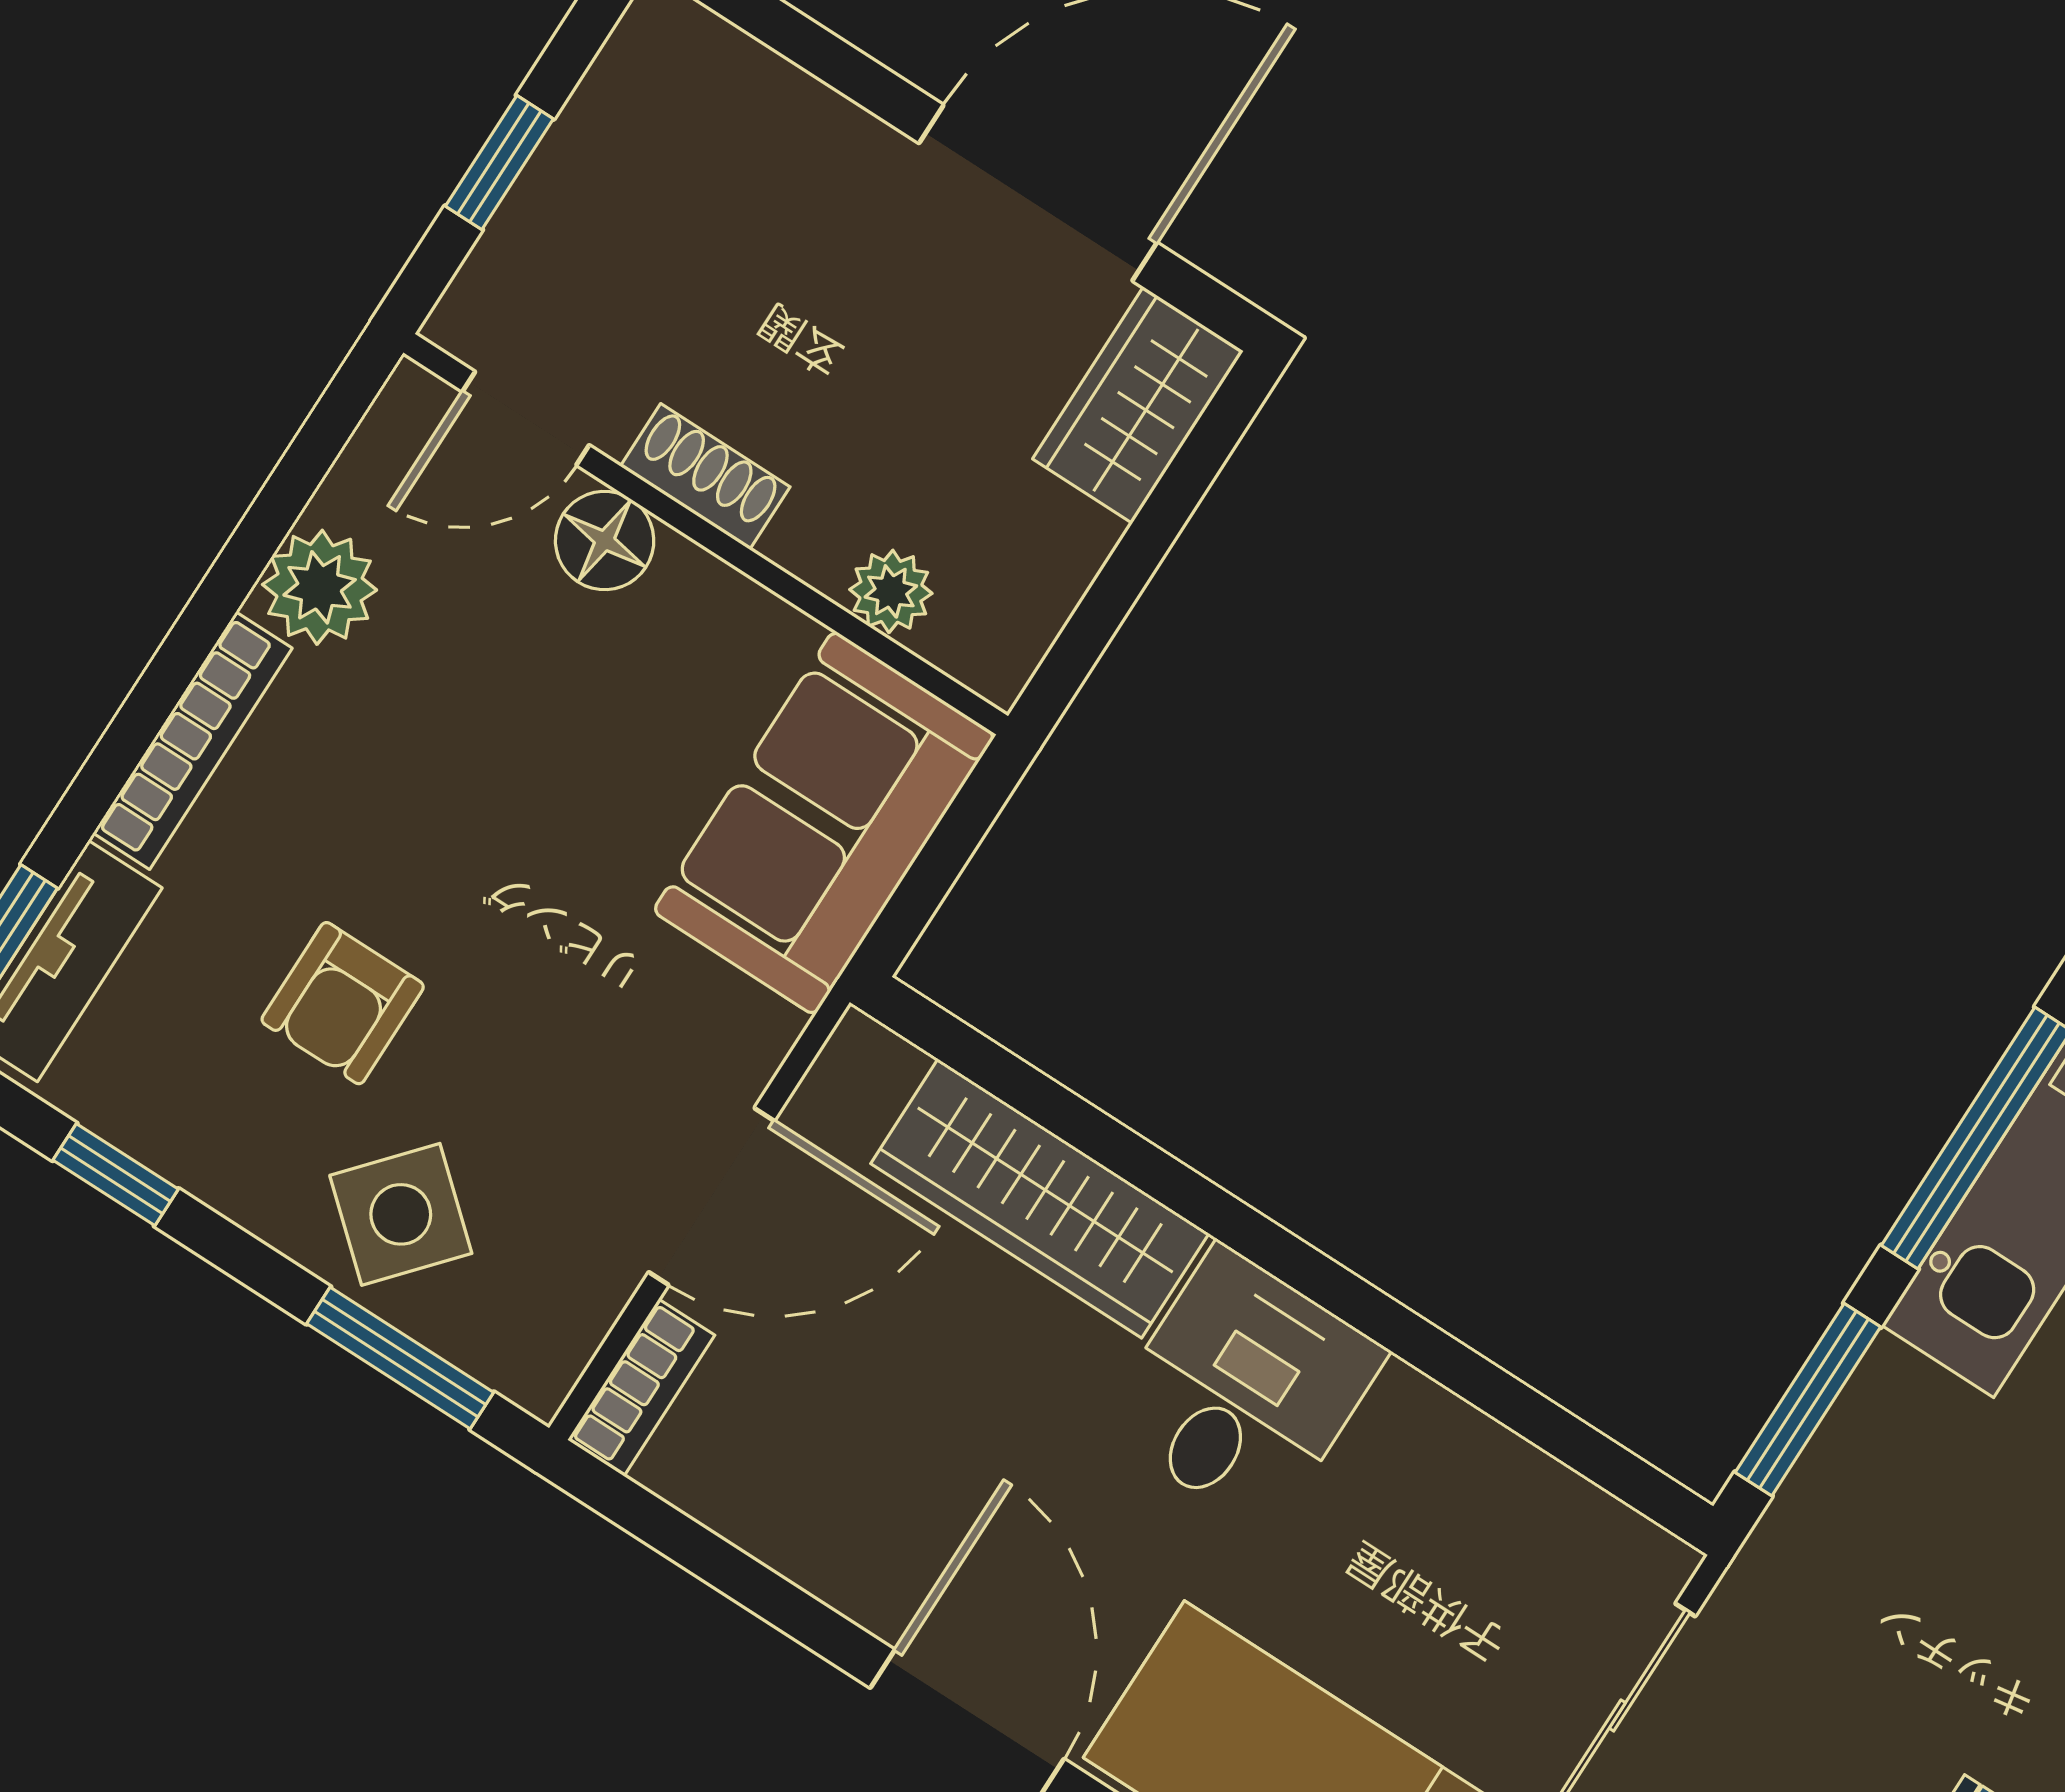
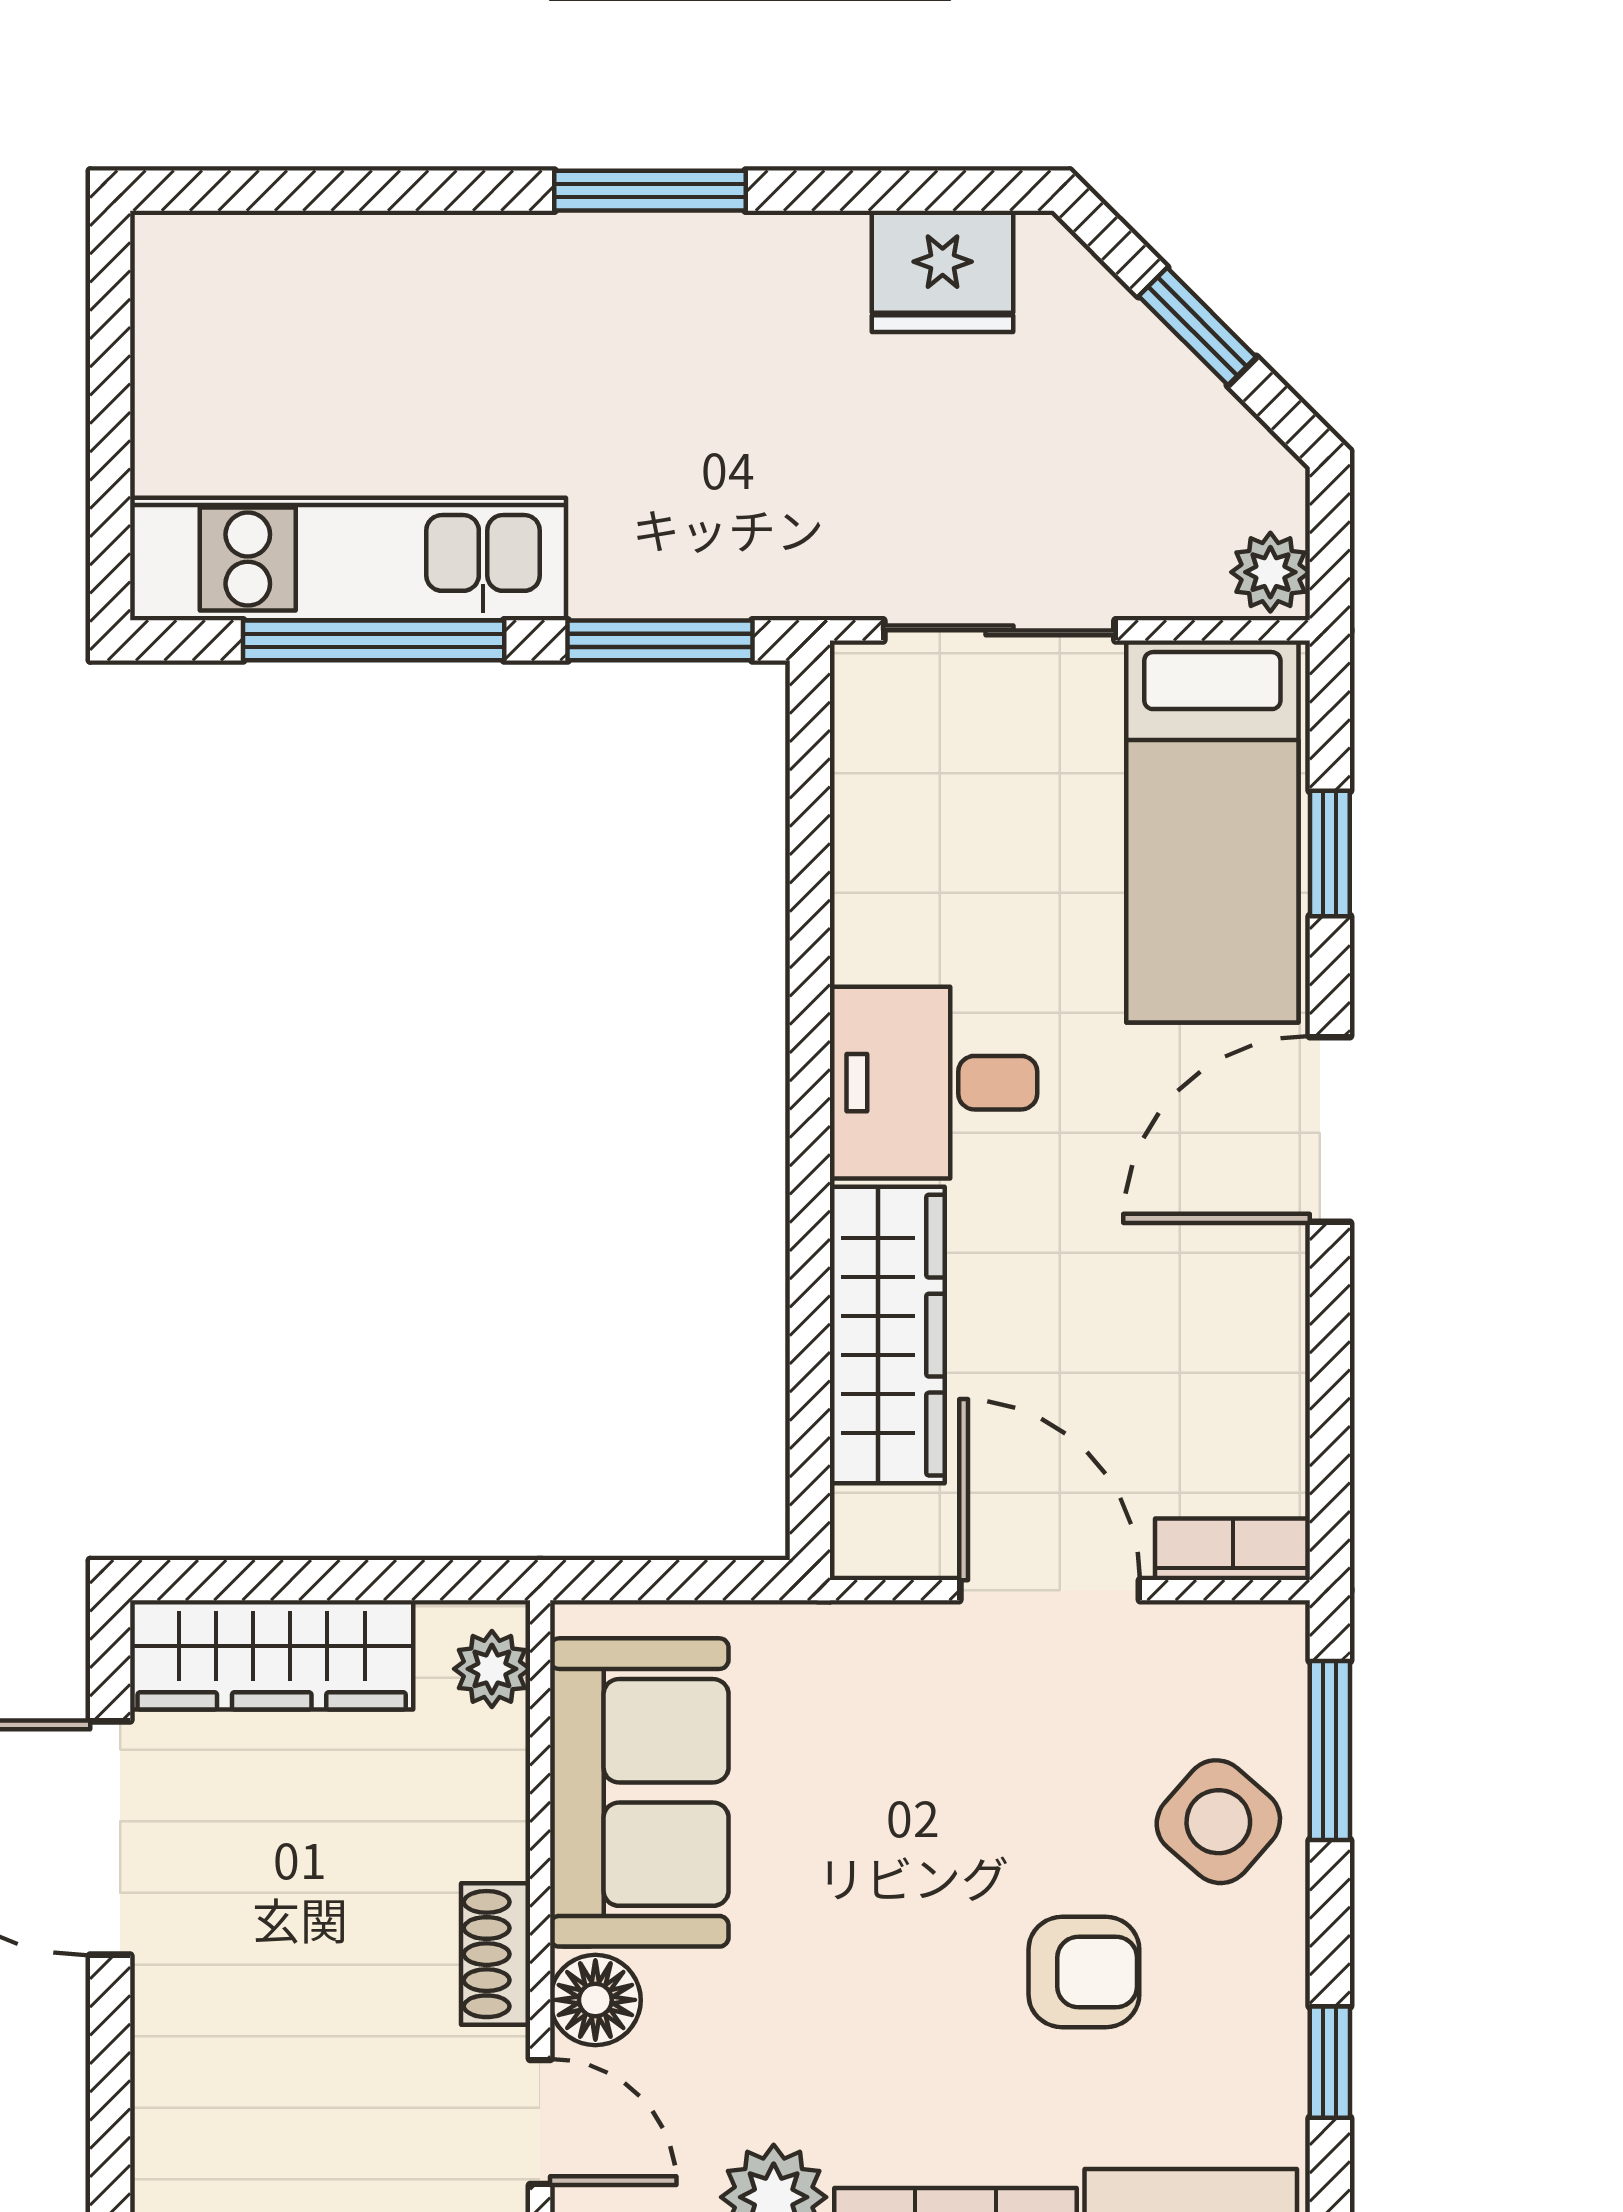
wardrobe: (1138, 405) -> (272, 1655), width x1.50
plant: (891, 591) -> (492, 1669), moved
sofa: (824, 823) -> (639, 1792), moved, turned -90

